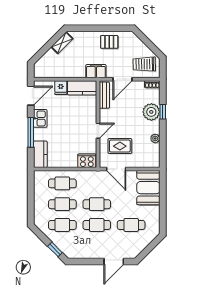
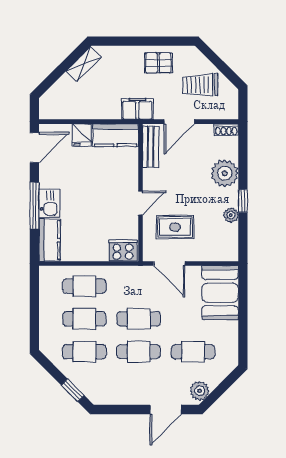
trolley: (144, 64) -> (200, 85), moved
window: (163, 112) -> (243, 201), moved
kitchen sink: (40, 118) -> (49, 203), moved
plant: (135, 250) -> (200, 391), added

